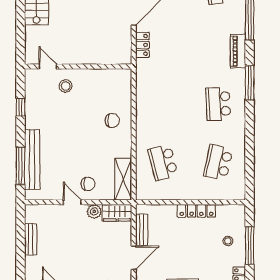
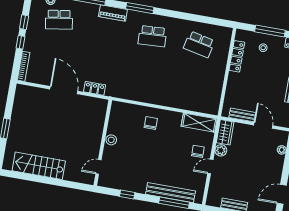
stool: (66, 86) -> (111, 140), moved
school desk: (163, 162) -> (191, 88), removed
locker: (196, 211) -> (237, 56), moved

